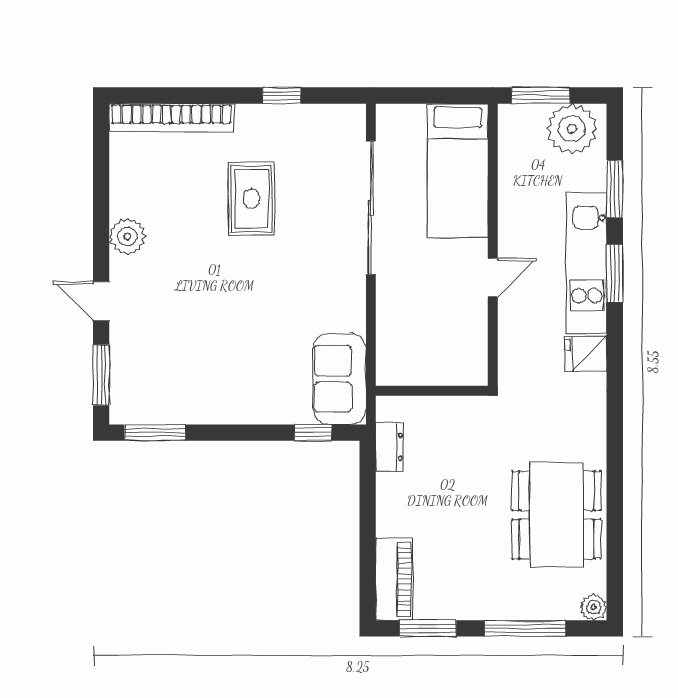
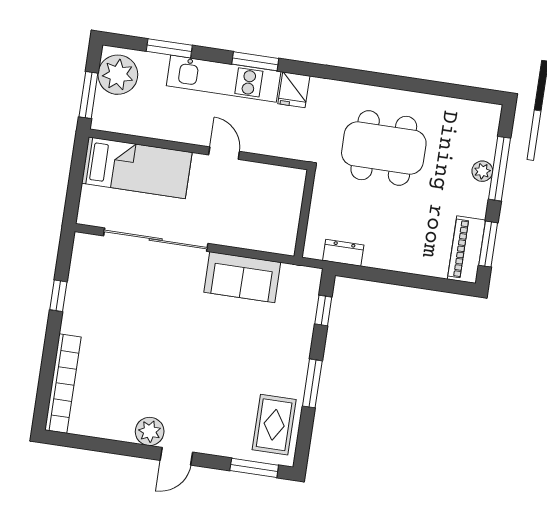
rug: (251, 199) -> (274, 425), moved, turned 90
window: (615, 273) -> (255, 61), moved
door: (101, 301) -> (176, 456), moved
sofa: (340, 379) -> (242, 277), moved
window: (155, 433) -> (312, 383), moved
dining table: (557, 515) -> (384, 148), moved
piano: (394, 579) -> (466, 250), moved, turned -90
plant: (594, 607) -> (482, 171), moved

